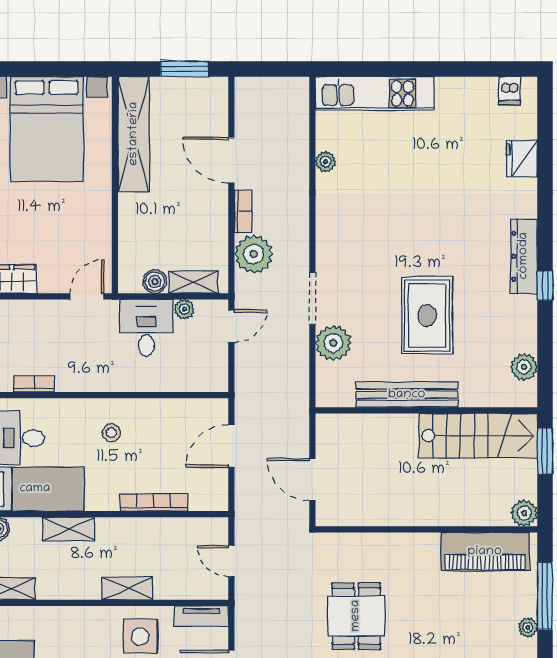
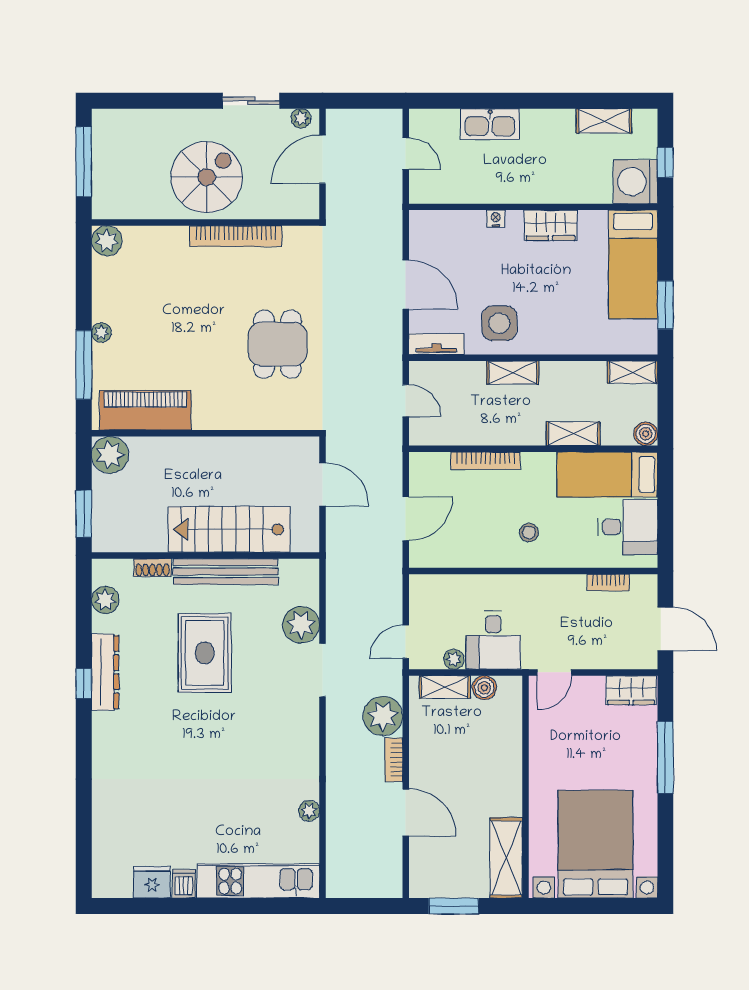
dishwasher: (510, 91) -> (184, 884), moved
shelving: (134, 134) -> (506, 858), width x0.68
fridge: (522, 159) -> (152, 882), moved, turned -90
dresser: (524, 256) -> (105, 672), moved
shoe rack: (478, 398) -> (152, 568), added
stairs: (478, 436) -> (229, 529), moved
plant: (524, 513) -> (110, 455), width x1.36, depth x1.36

